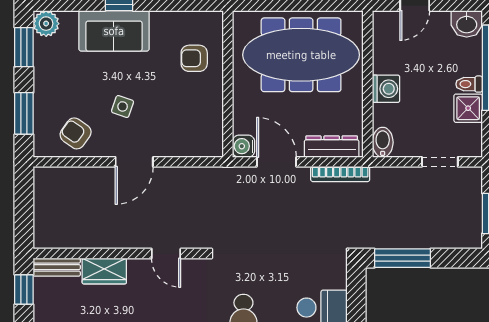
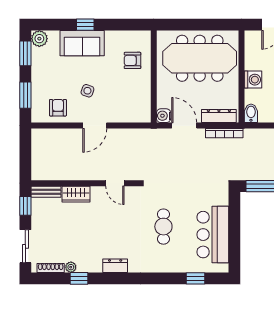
armchair: (76, 133) -> (58, 108), turned 55

